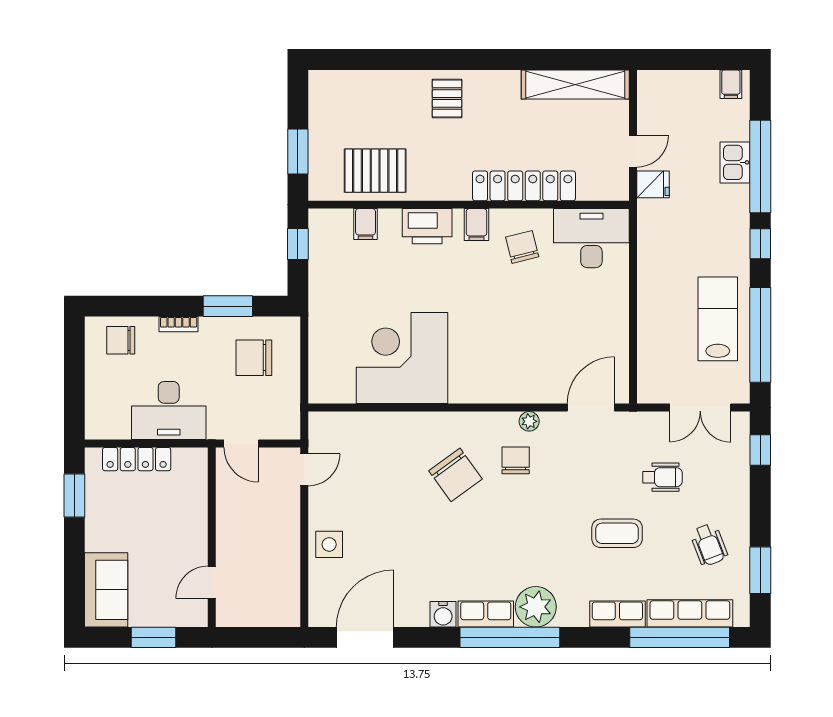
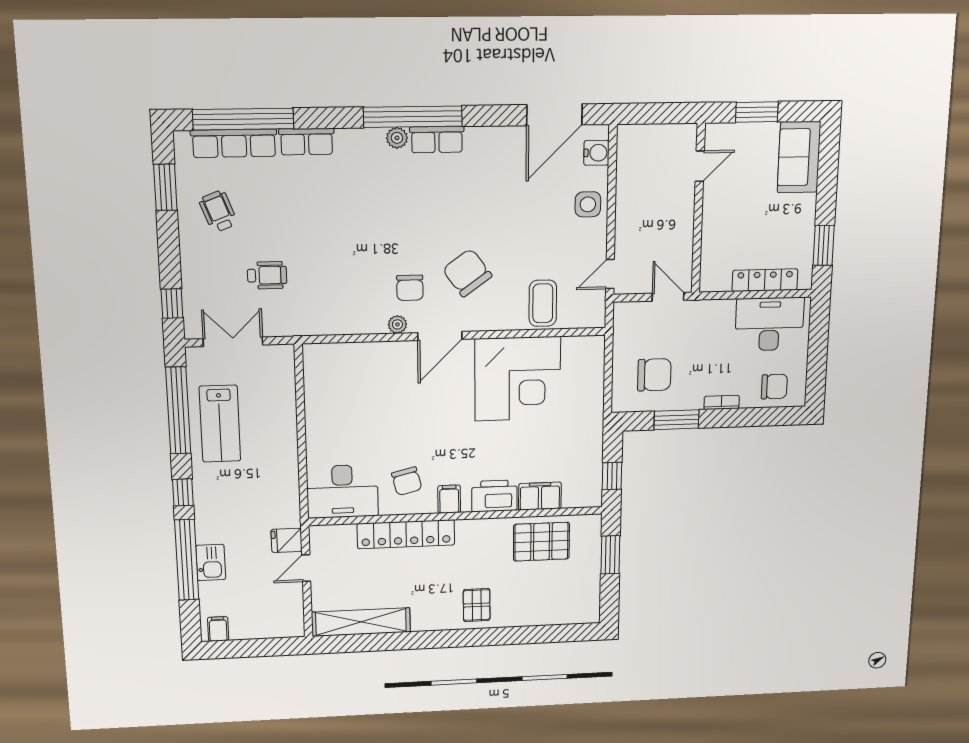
filing cabinet: (366, 224) -> (540, 496), width x2.00
door: (591, 408) -> (440, 336), moved
desk: (169, 410) -> (769, 324), moved
wheelchair: (662, 477) -> (267, 275), turned 180
coffee table: (617, 533) -> (543, 303), moved, turned 90
plant: (536, 607) -> (397, 138), width x0.53, depth x0.53
water cooler: (443, 614) -> (596, 153), moved, turned 90

